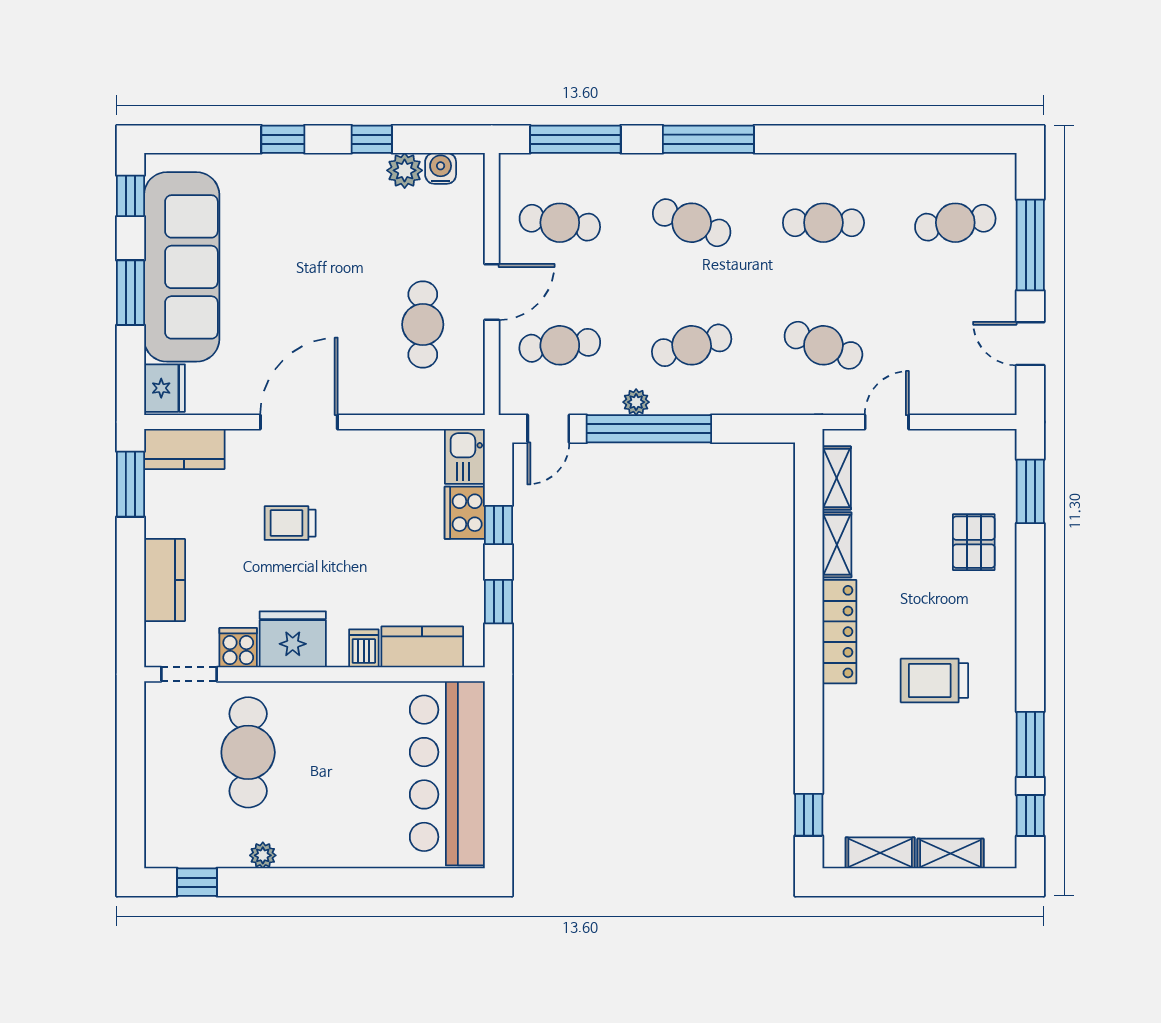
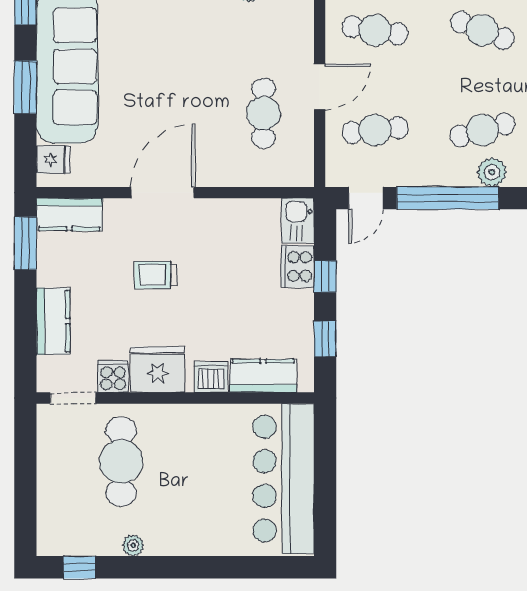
fridge: (164, 388) -> (53, 160), width x0.72
plant: (636, 402) -> (492, 172), moved, width x1.38, depth x1.38
dishwasher: (364, 648) -> (211, 377), width x1.38

